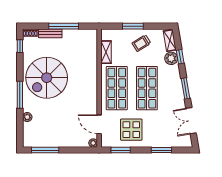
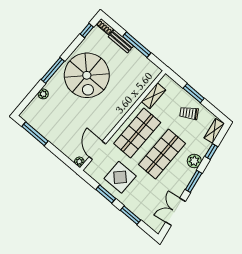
plant: (171, 58) -> (194, 161), moved
spiral stairs: (47, 78) -> (87, 75), turned -90
window: (121, 150) -> (106, 194), moved

